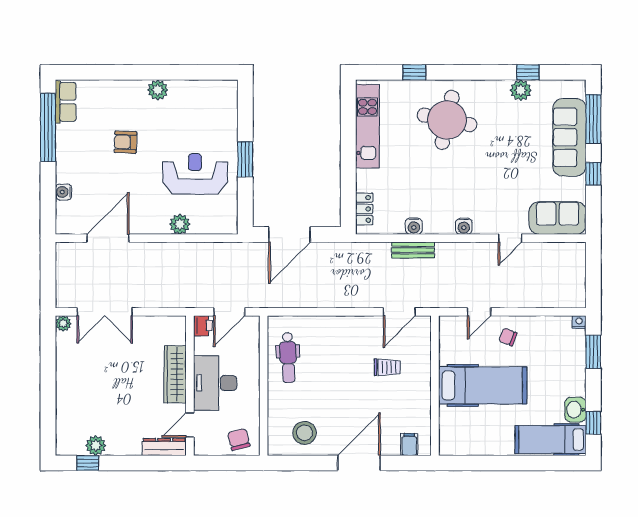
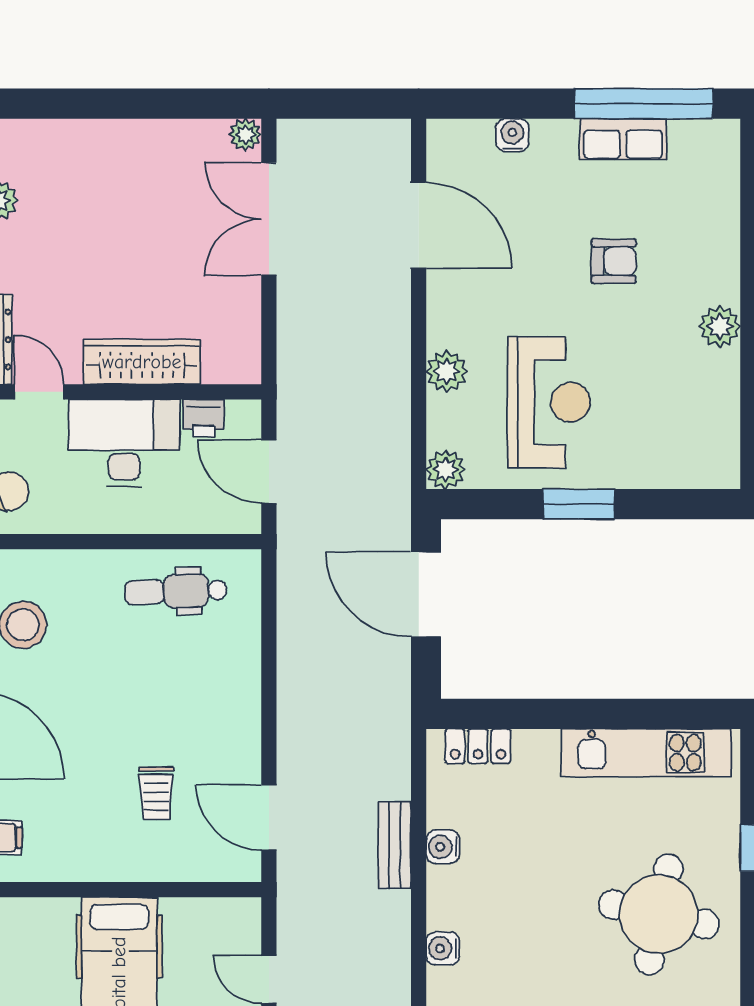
row of seats: (66, 102) -> (623, 139), moved
armchair: (126, 142) -> (614, 261), turned 88
plant: (228, 225) -> (446, 470), added
printer: (203, 326) -> (204, 418), moved

